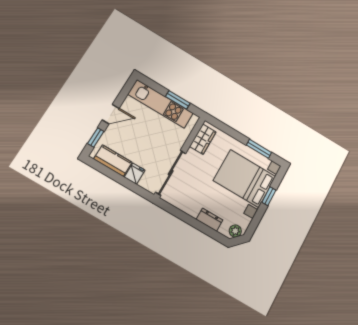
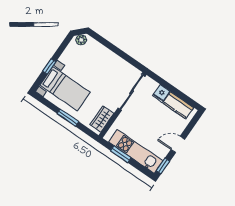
window: (96, 137) -> (163, 166), moved
window: (259, 149) -> (68, 118), moved
bed with nightstands: (245, 179) -> (65, 89), width x0.73
dresser: (209, 220) -> (102, 51), removed

